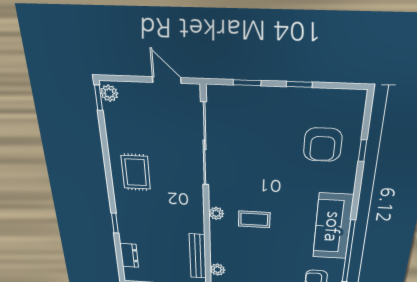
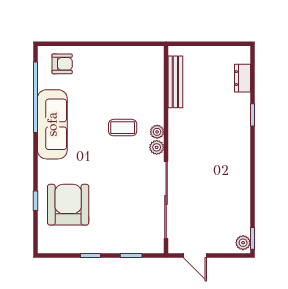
armchair: (323, 145) -> (68, 205), width x1.36, depth x1.36
rug: (136, 172) -> (228, 170), removed
plant: (218, 270) -> (157, 147), moved

